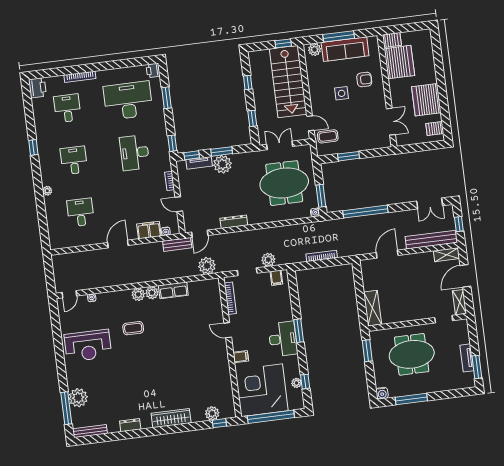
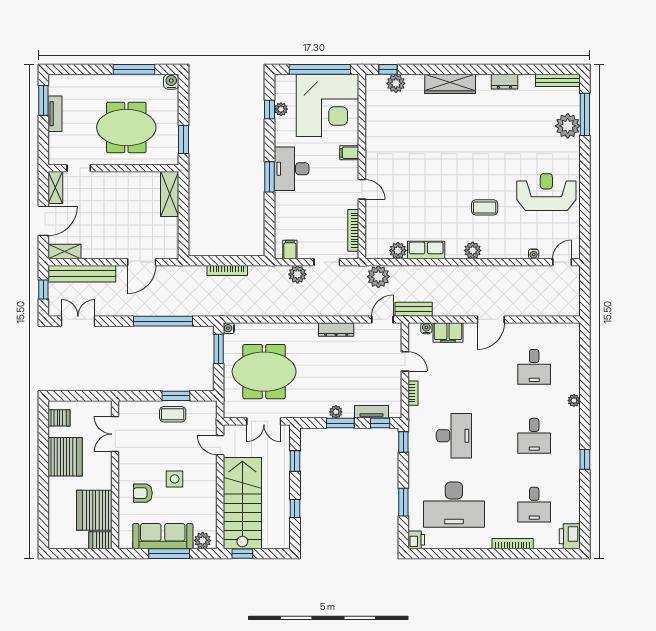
coffee table: (328, 136) -> (173, 414), moved
plant: (222, 164) -> (336, 412), width x0.53, depth x0.53
plant: (152, 293) -> (398, 251), moved

